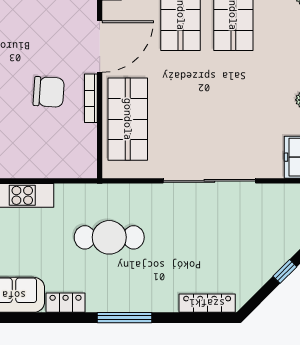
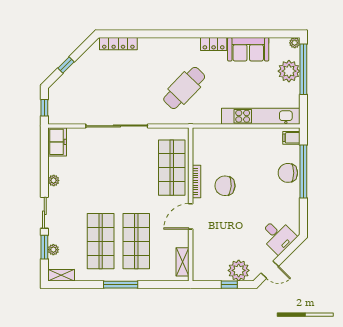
door: (100, 46) -> (191, 216), width x0.73
cafe table: (109, 237) -> (184, 88), turned -46
window: (124, 318) -> (174, 34), removed

